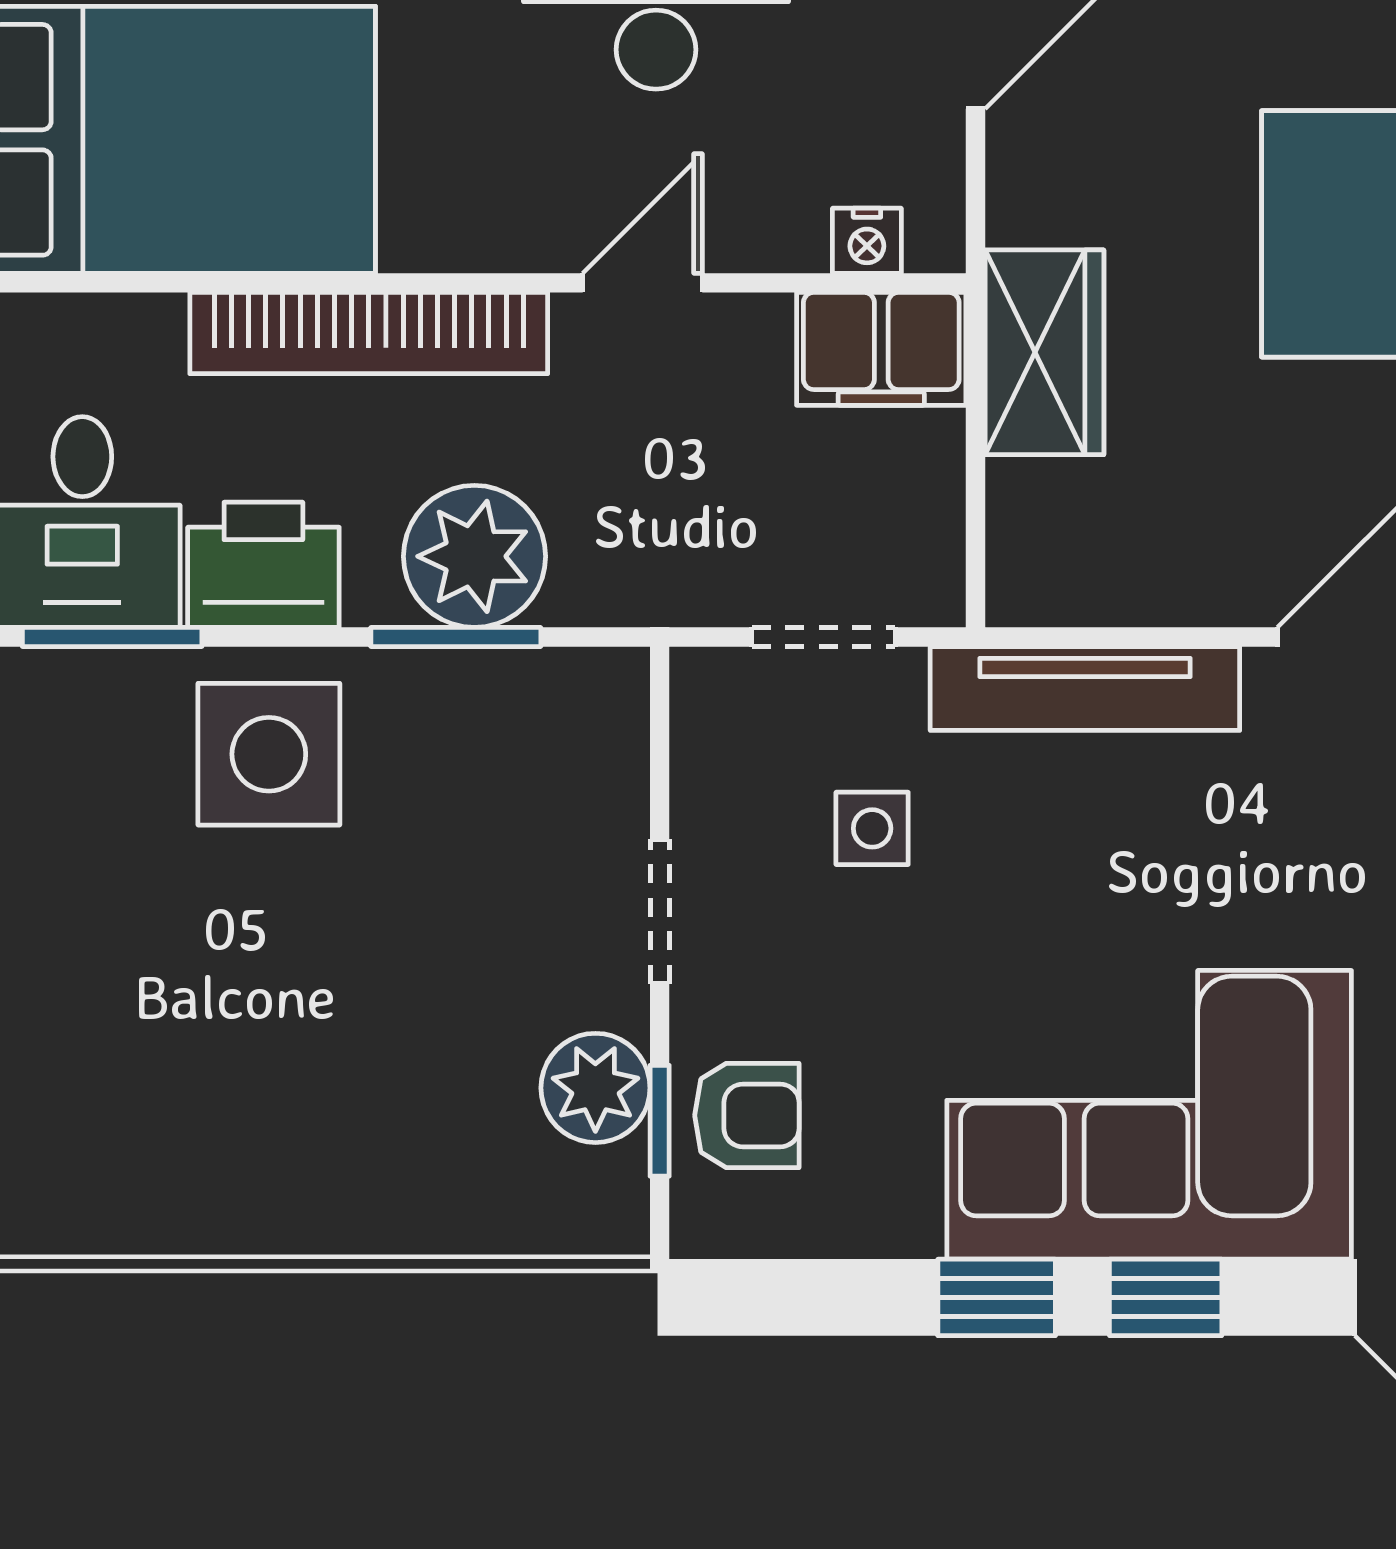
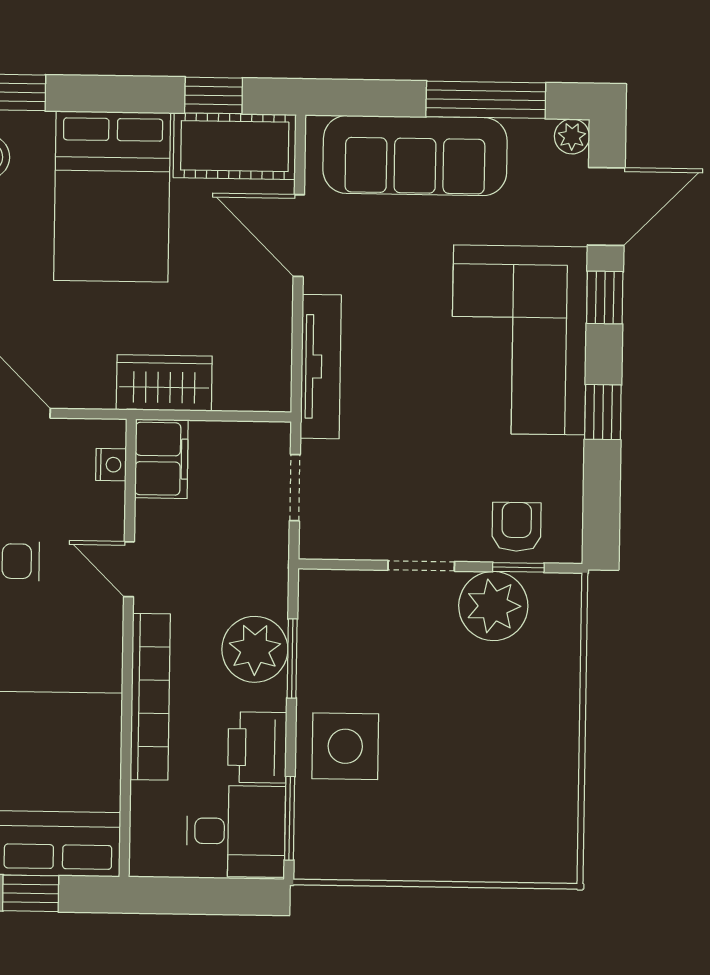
side table: (872, 828) -> (384, 467), removed
plant: (595, 1088) -> (493, 606), width x1.36, depth x1.36
window: (1166, 1297) -> (605, 298), moved

